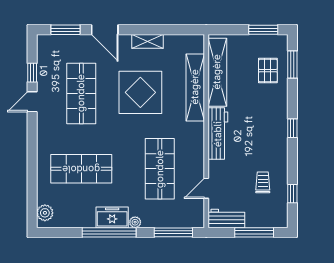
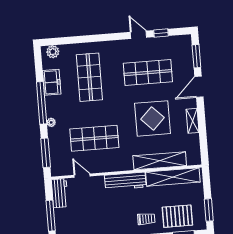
pallet: (268, 71) -> (177, 216), width x1.50, depth x1.42
trolley: (263, 182) -> (146, 219), moved
freezer: (112, 217) -> (52, 82), moved

